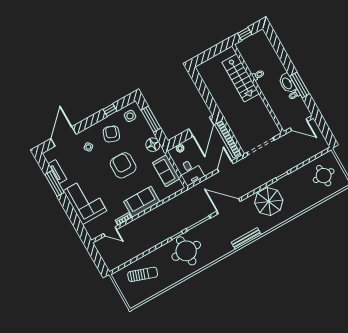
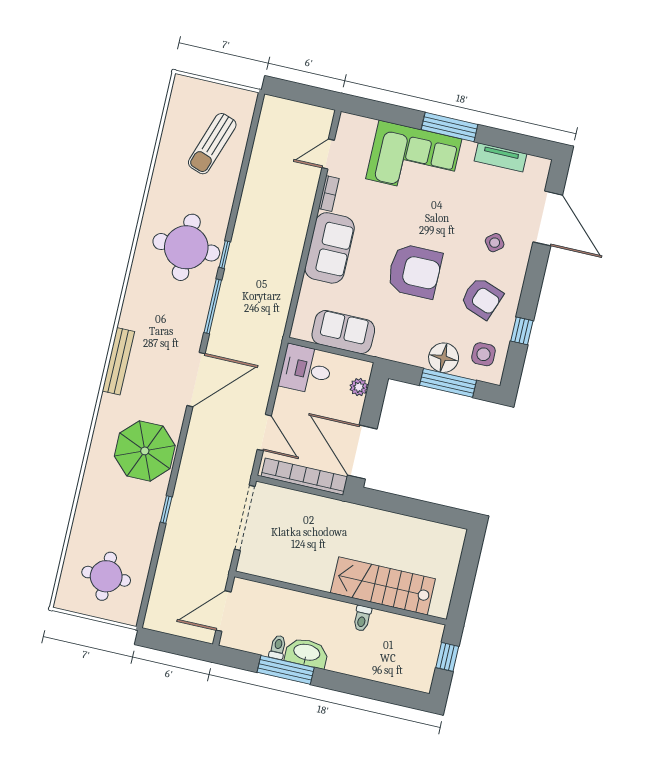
floor lamp: (153, 145) -> (444, 358), moved
window: (55, 184) -> (450, 127), moved

